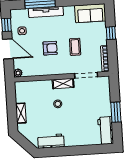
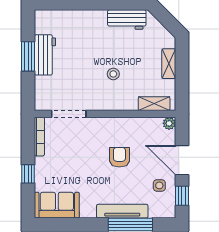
coffee table: (75, 47) -> (82, 157), removed
armchair: (50, 48) -> (119, 157), turned 90
shelving: (63, 84) -> (154, 104), moved
workbench: (106, 131) -> (45, 55), moved

